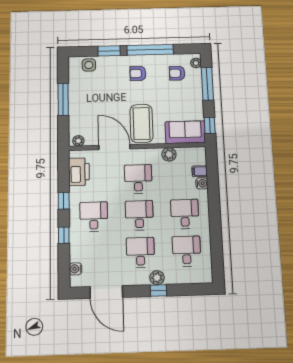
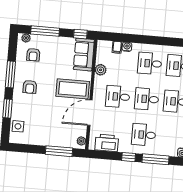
window: (150, 50) -> (10, 74), width x0.68
window: (63, 99) -> (59, 151), moved
window: (64, 235) -> (155, 159), width x2.17

